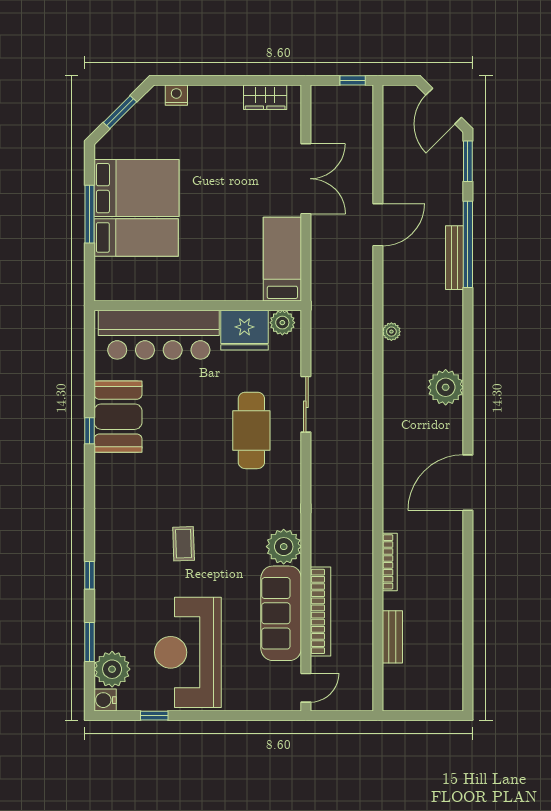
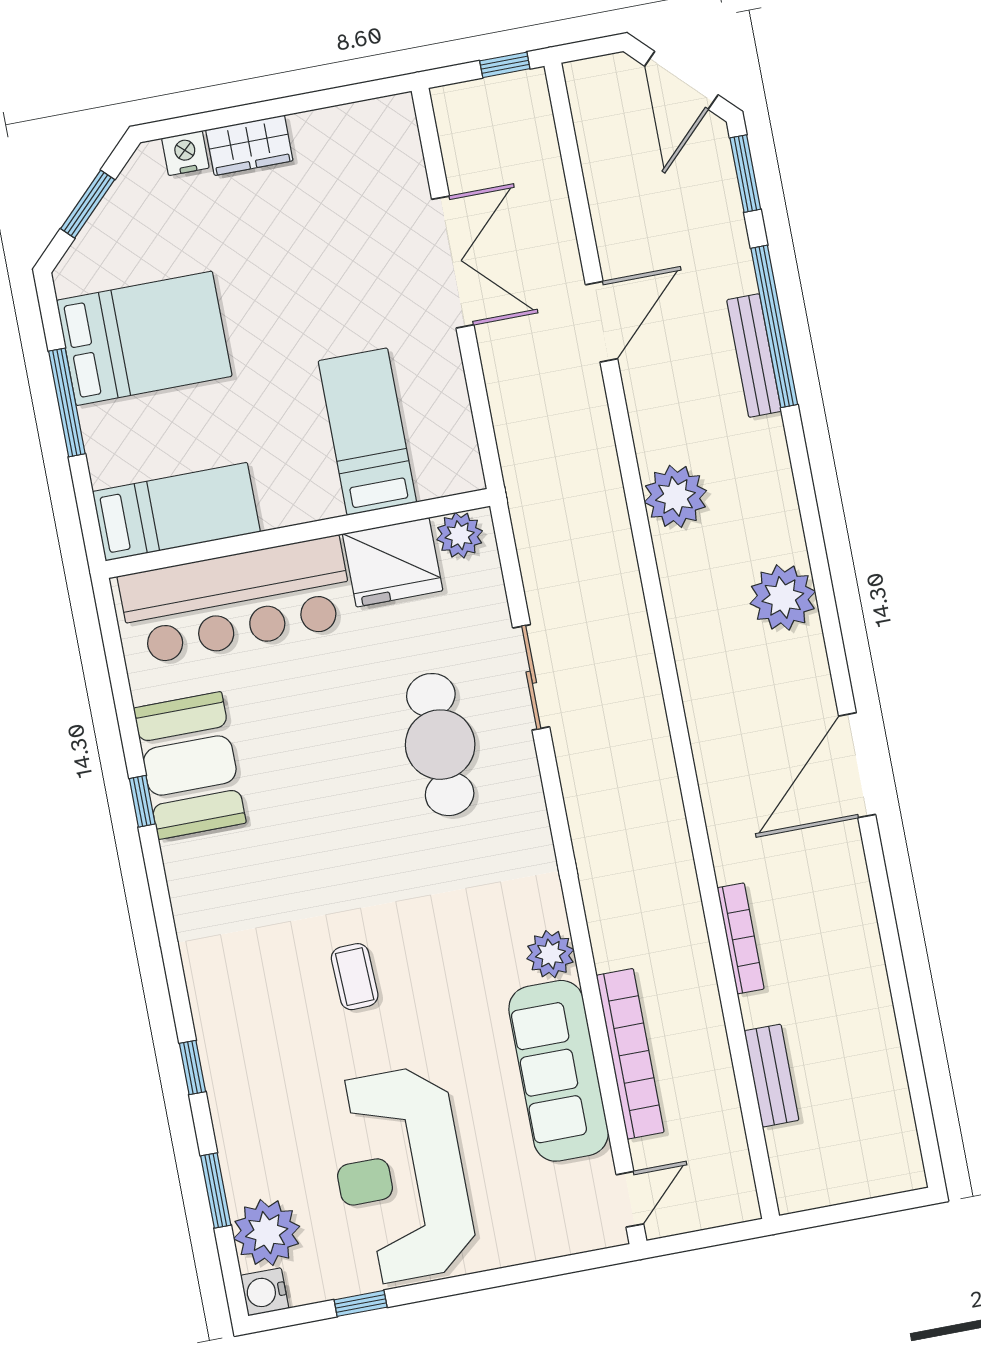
wardrobe: (265, 97) -> (249, 145), moved
bed: (136, 237) -> (176, 512), moved
bed: (282, 259) -> (367, 432), moved
plant: (391, 332) -> (675, 496), width x1.87, depth x1.87
plant: (284, 547) -> (550, 954), width x0.73, depth x0.73

